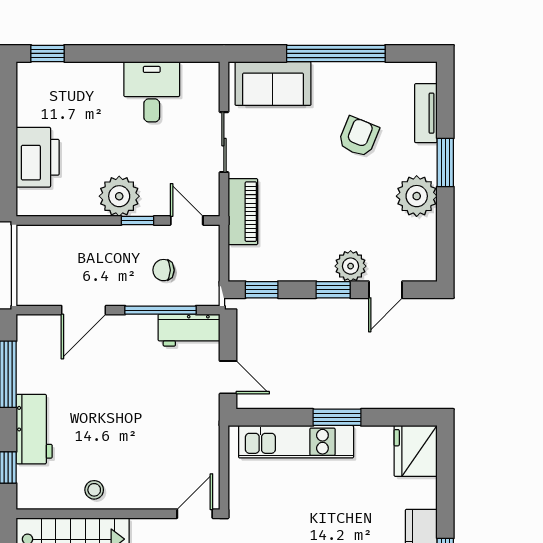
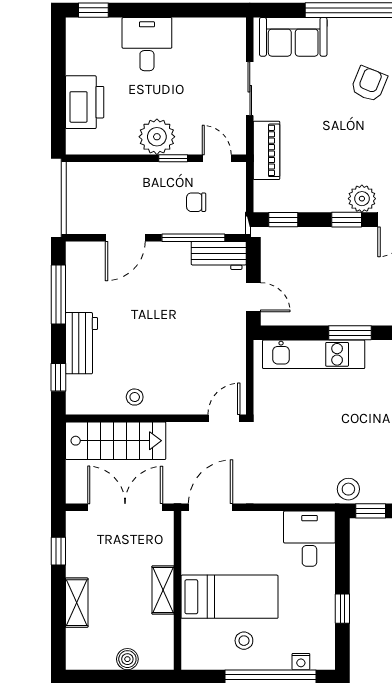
desk: (152, 92) -> (147, 44), moved

